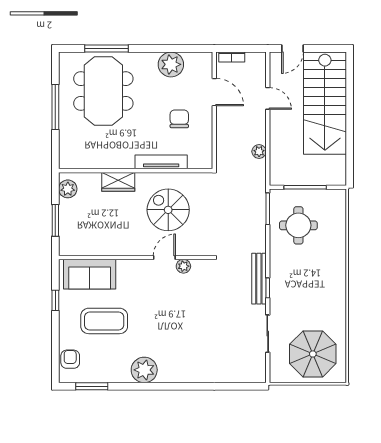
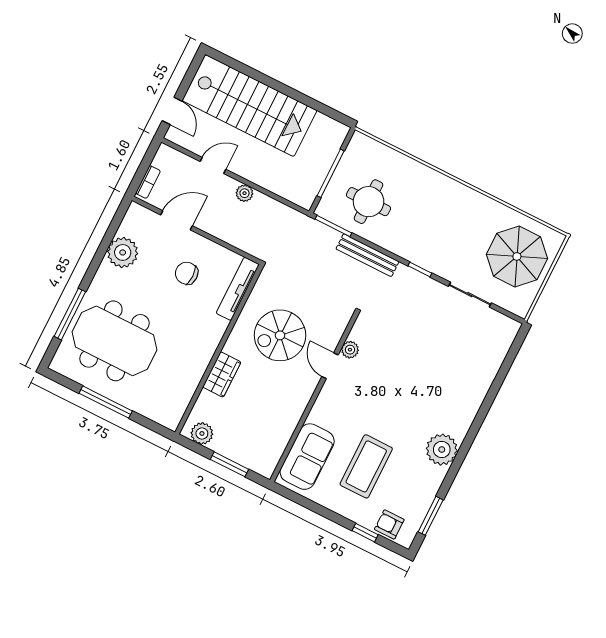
plant: (259, 152) -> (244, 193), moved
tv unit: (161, 162) -> (238, 289), moved
bench: (259, 279) -> (368, 255), moved
window: (55, 300) -> (365, 533), moved

